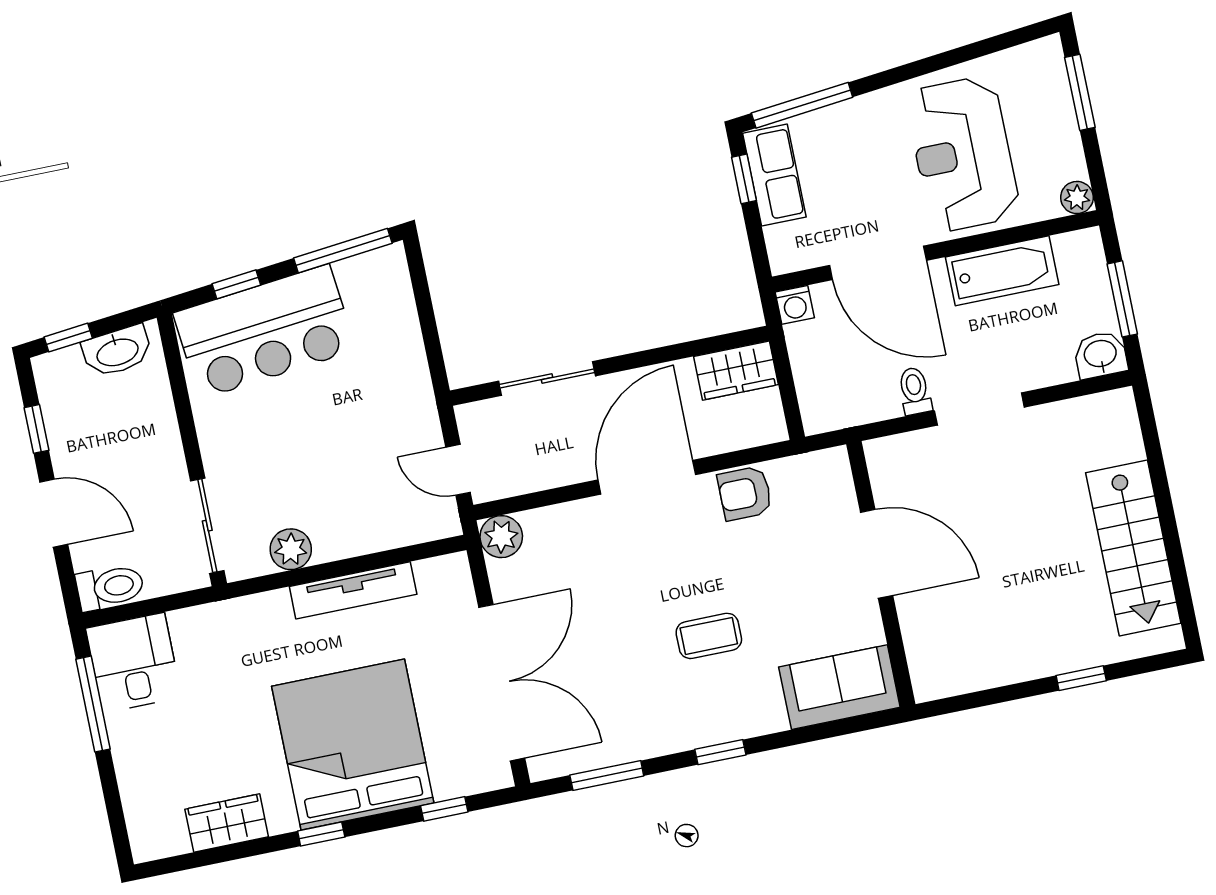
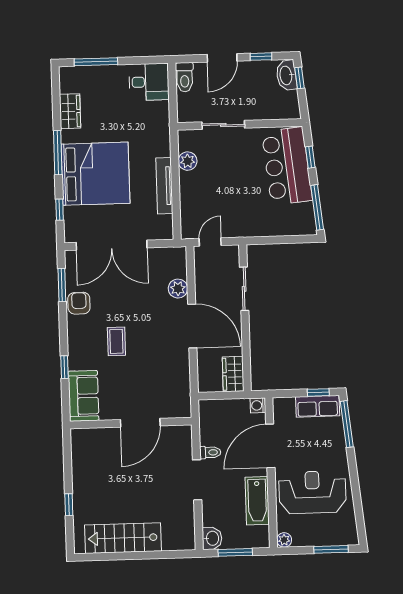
washbasin: (117, 351) -> (286, 75), moved
armchair: (745, 493) -> (79, 303), moved
sliding door: (207, 526) -> (223, 125), moved
plant: (501, 537) -> (178, 289), moved
window: (93, 704) -> (96, 62), moved
window: (720, 752) -> (65, 367), moved
window: (321, 834) -> (58, 153), width x2.17

